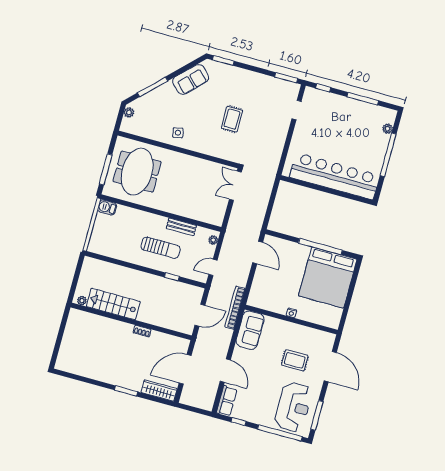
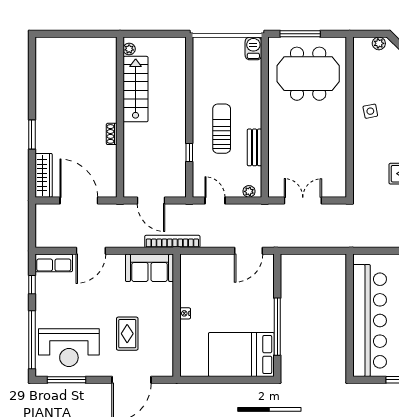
double door: (235, 186) -> (303, 200), moved
sun lounger: (161, 248) -> (222, 129), turned 180
bed: (328, 278) -> (241, 354), width x0.73

